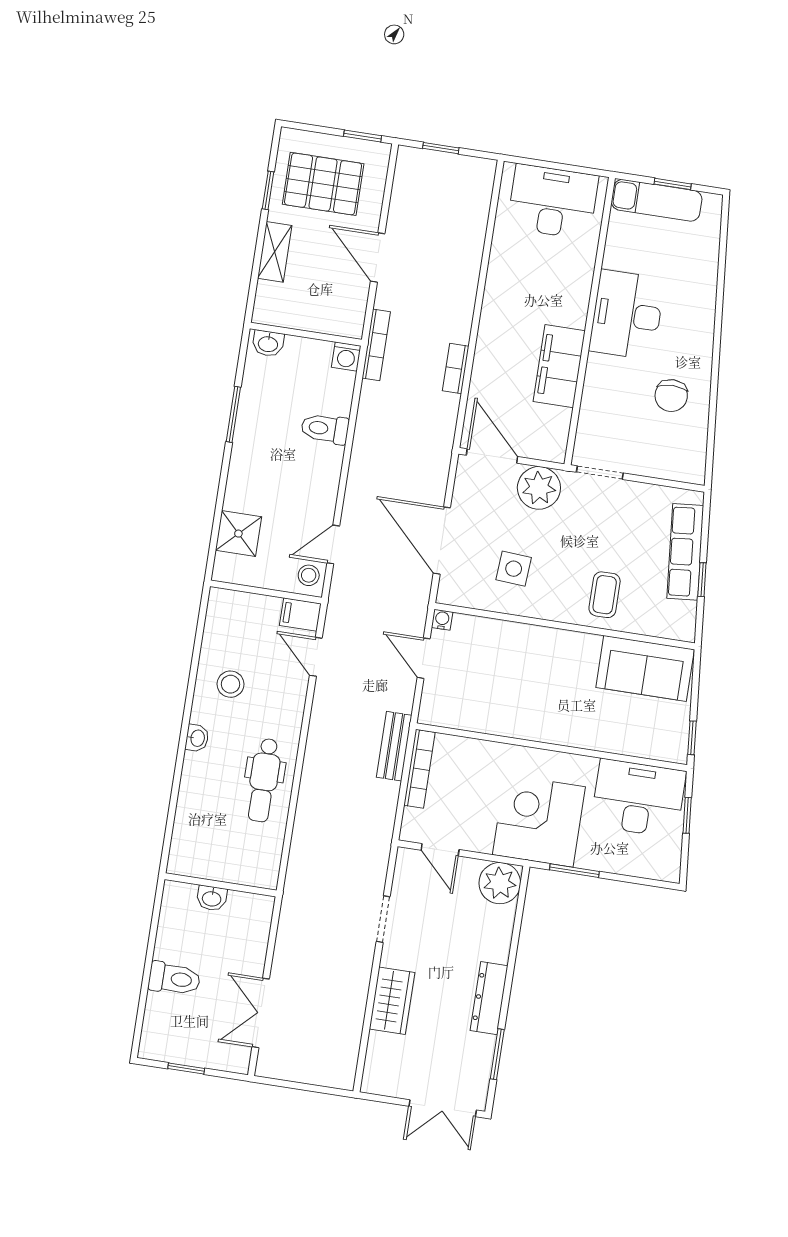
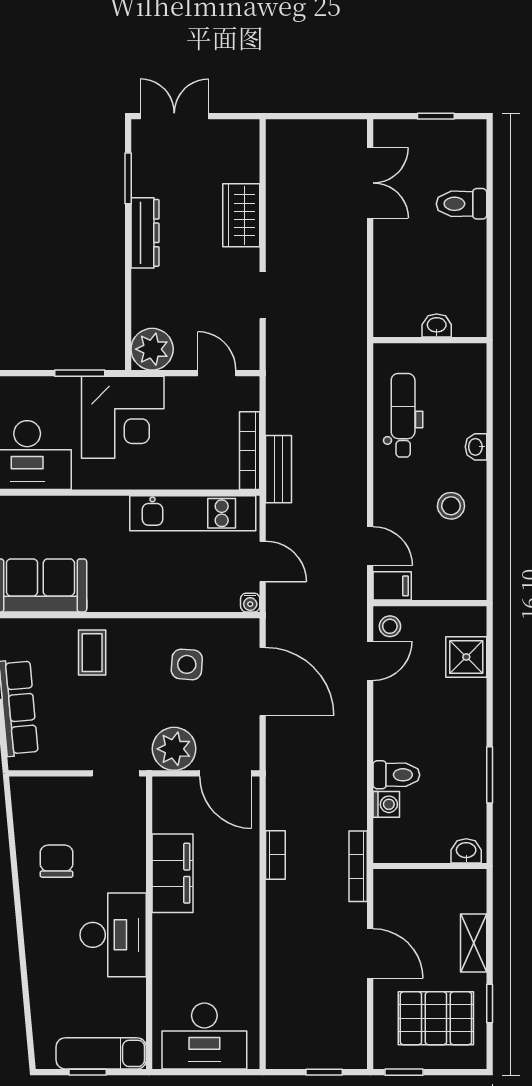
washing machine: (346, 357) -> (386, 804), moved, turned 90
kitchen unit: (485, 716) -> (193, 513), added
wall: (221, 885) -> (430, 340), moved
washbasin: (212, 898) -> (437, 326), moved

